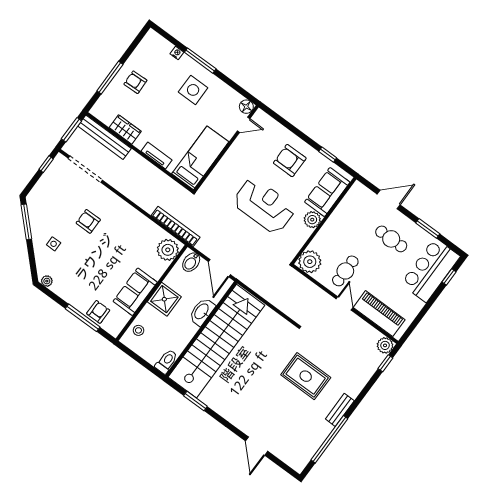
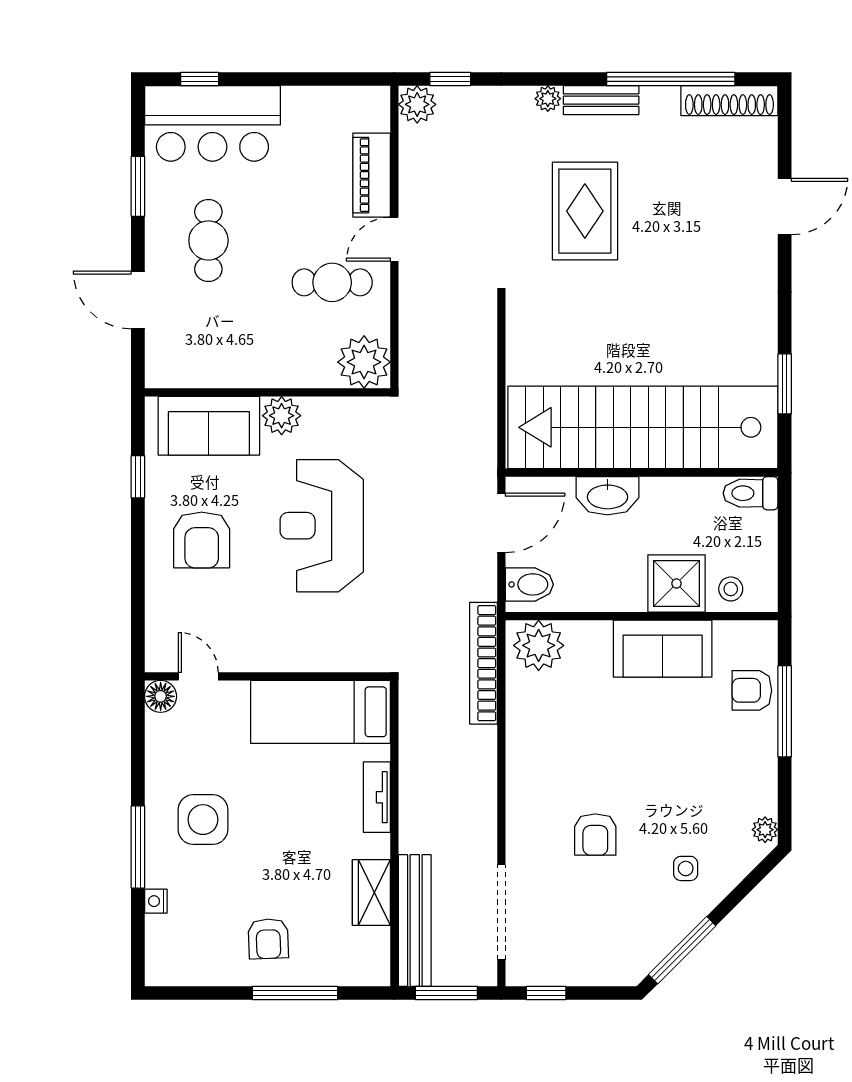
shower: (164, 299) -> (676, 584), moved
piano: (379, 314) -> (372, 175), width x0.73, depth x0.75
plant: (354, 392) -> (548, 99), added
shoe rack: (307, 454) -> (729, 101), added

